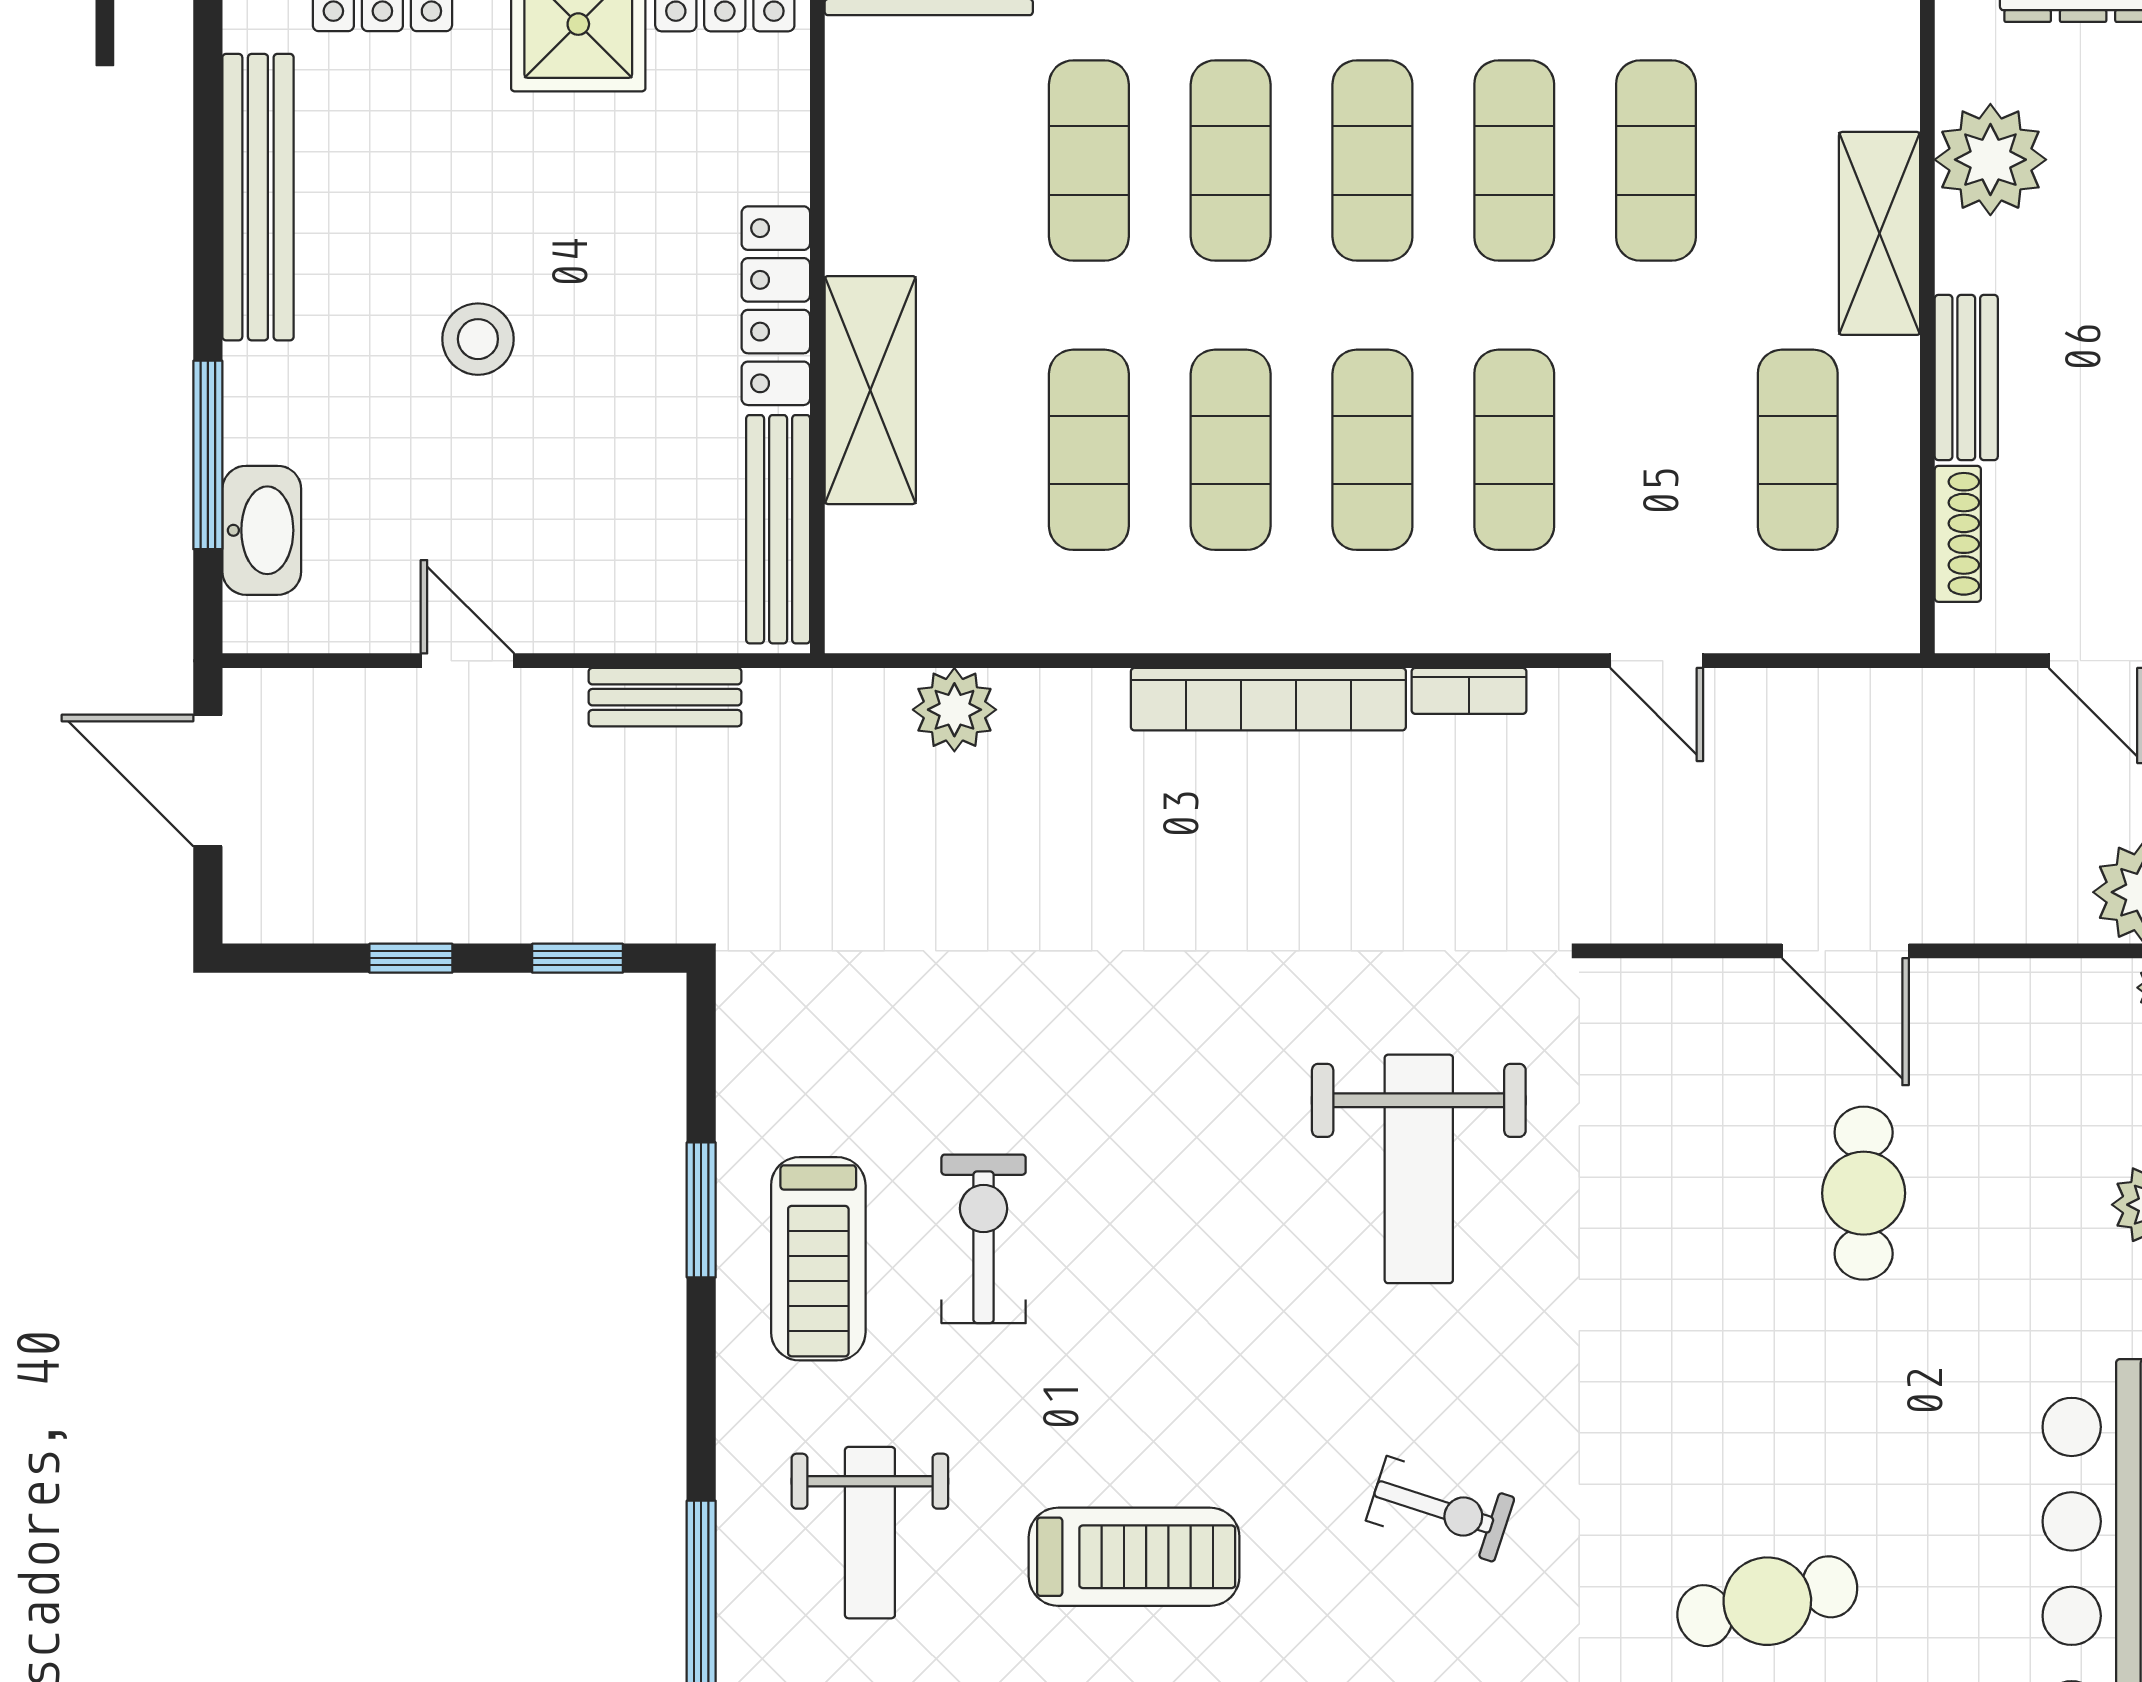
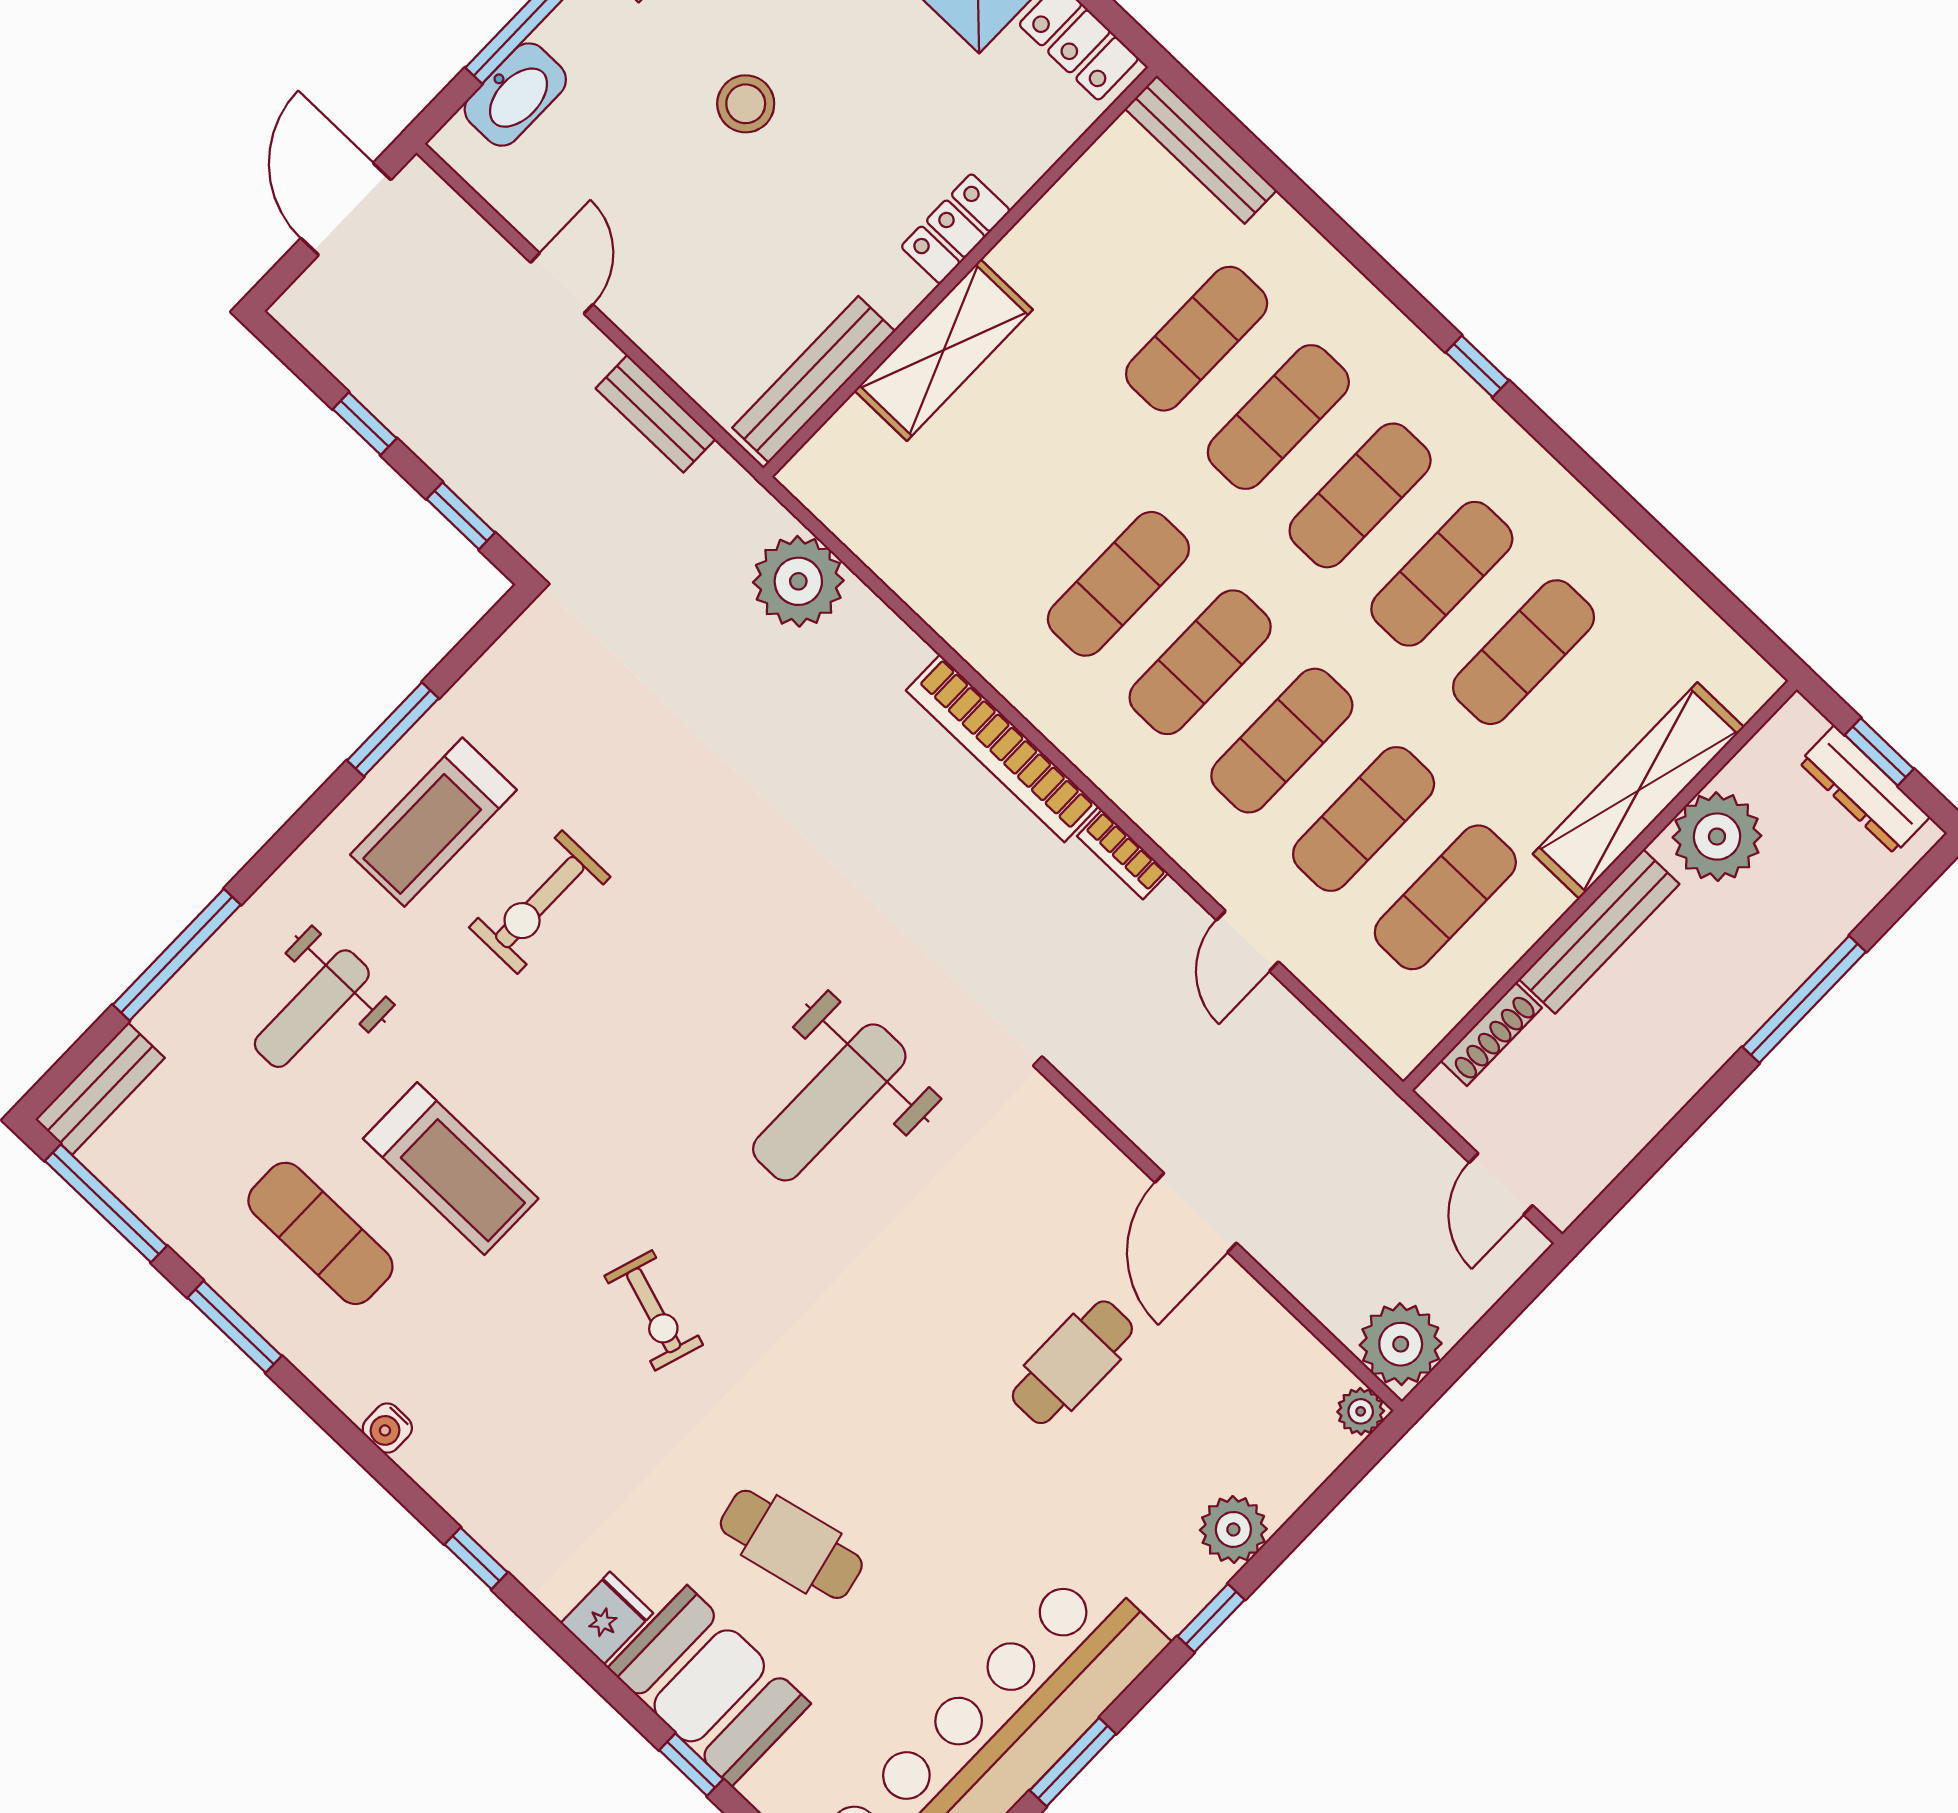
shelving: (1880, 233) -> (1638, 791), width x1.47
locker: (776, 306) -> (956, 229), width x0.66
bench: (1966, 378) -> (1599, 932), width x1.36
exercise mat: (1089, 450) -> (1364, 819), moved
plant: (954, 710) -> (798, 581), width x1.36, depth x1.36
exercise bike: (984, 1239) -> (540, 902), turned 180

